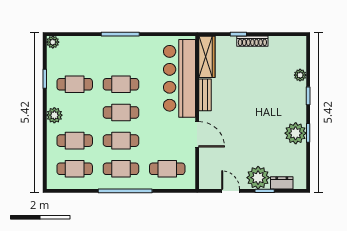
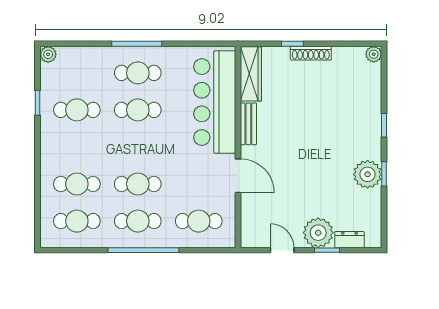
plant: (300, 75) -> (374, 54), moved
cafe table: (121, 112) -> (138, 73), moved
plant: (54, 115) -> (50, 151), removed

